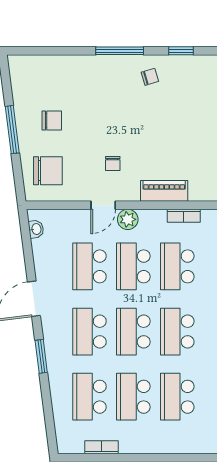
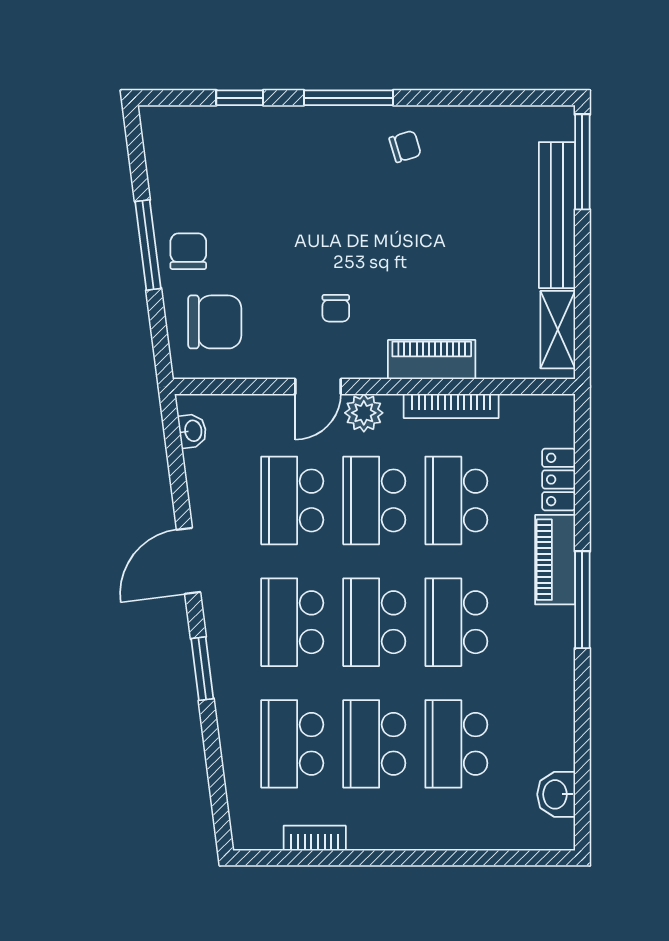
window: (181, 51) -> (240, 98), moved
chair: (52, 121) -> (188, 251), moved, turned -90
bookcase: (184, 216) -> (451, 406), width x1.56

